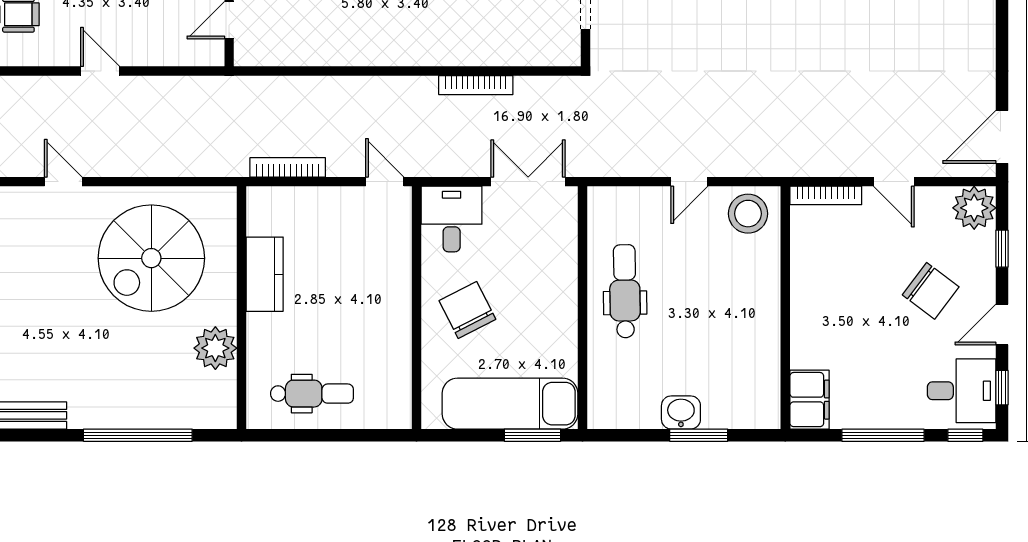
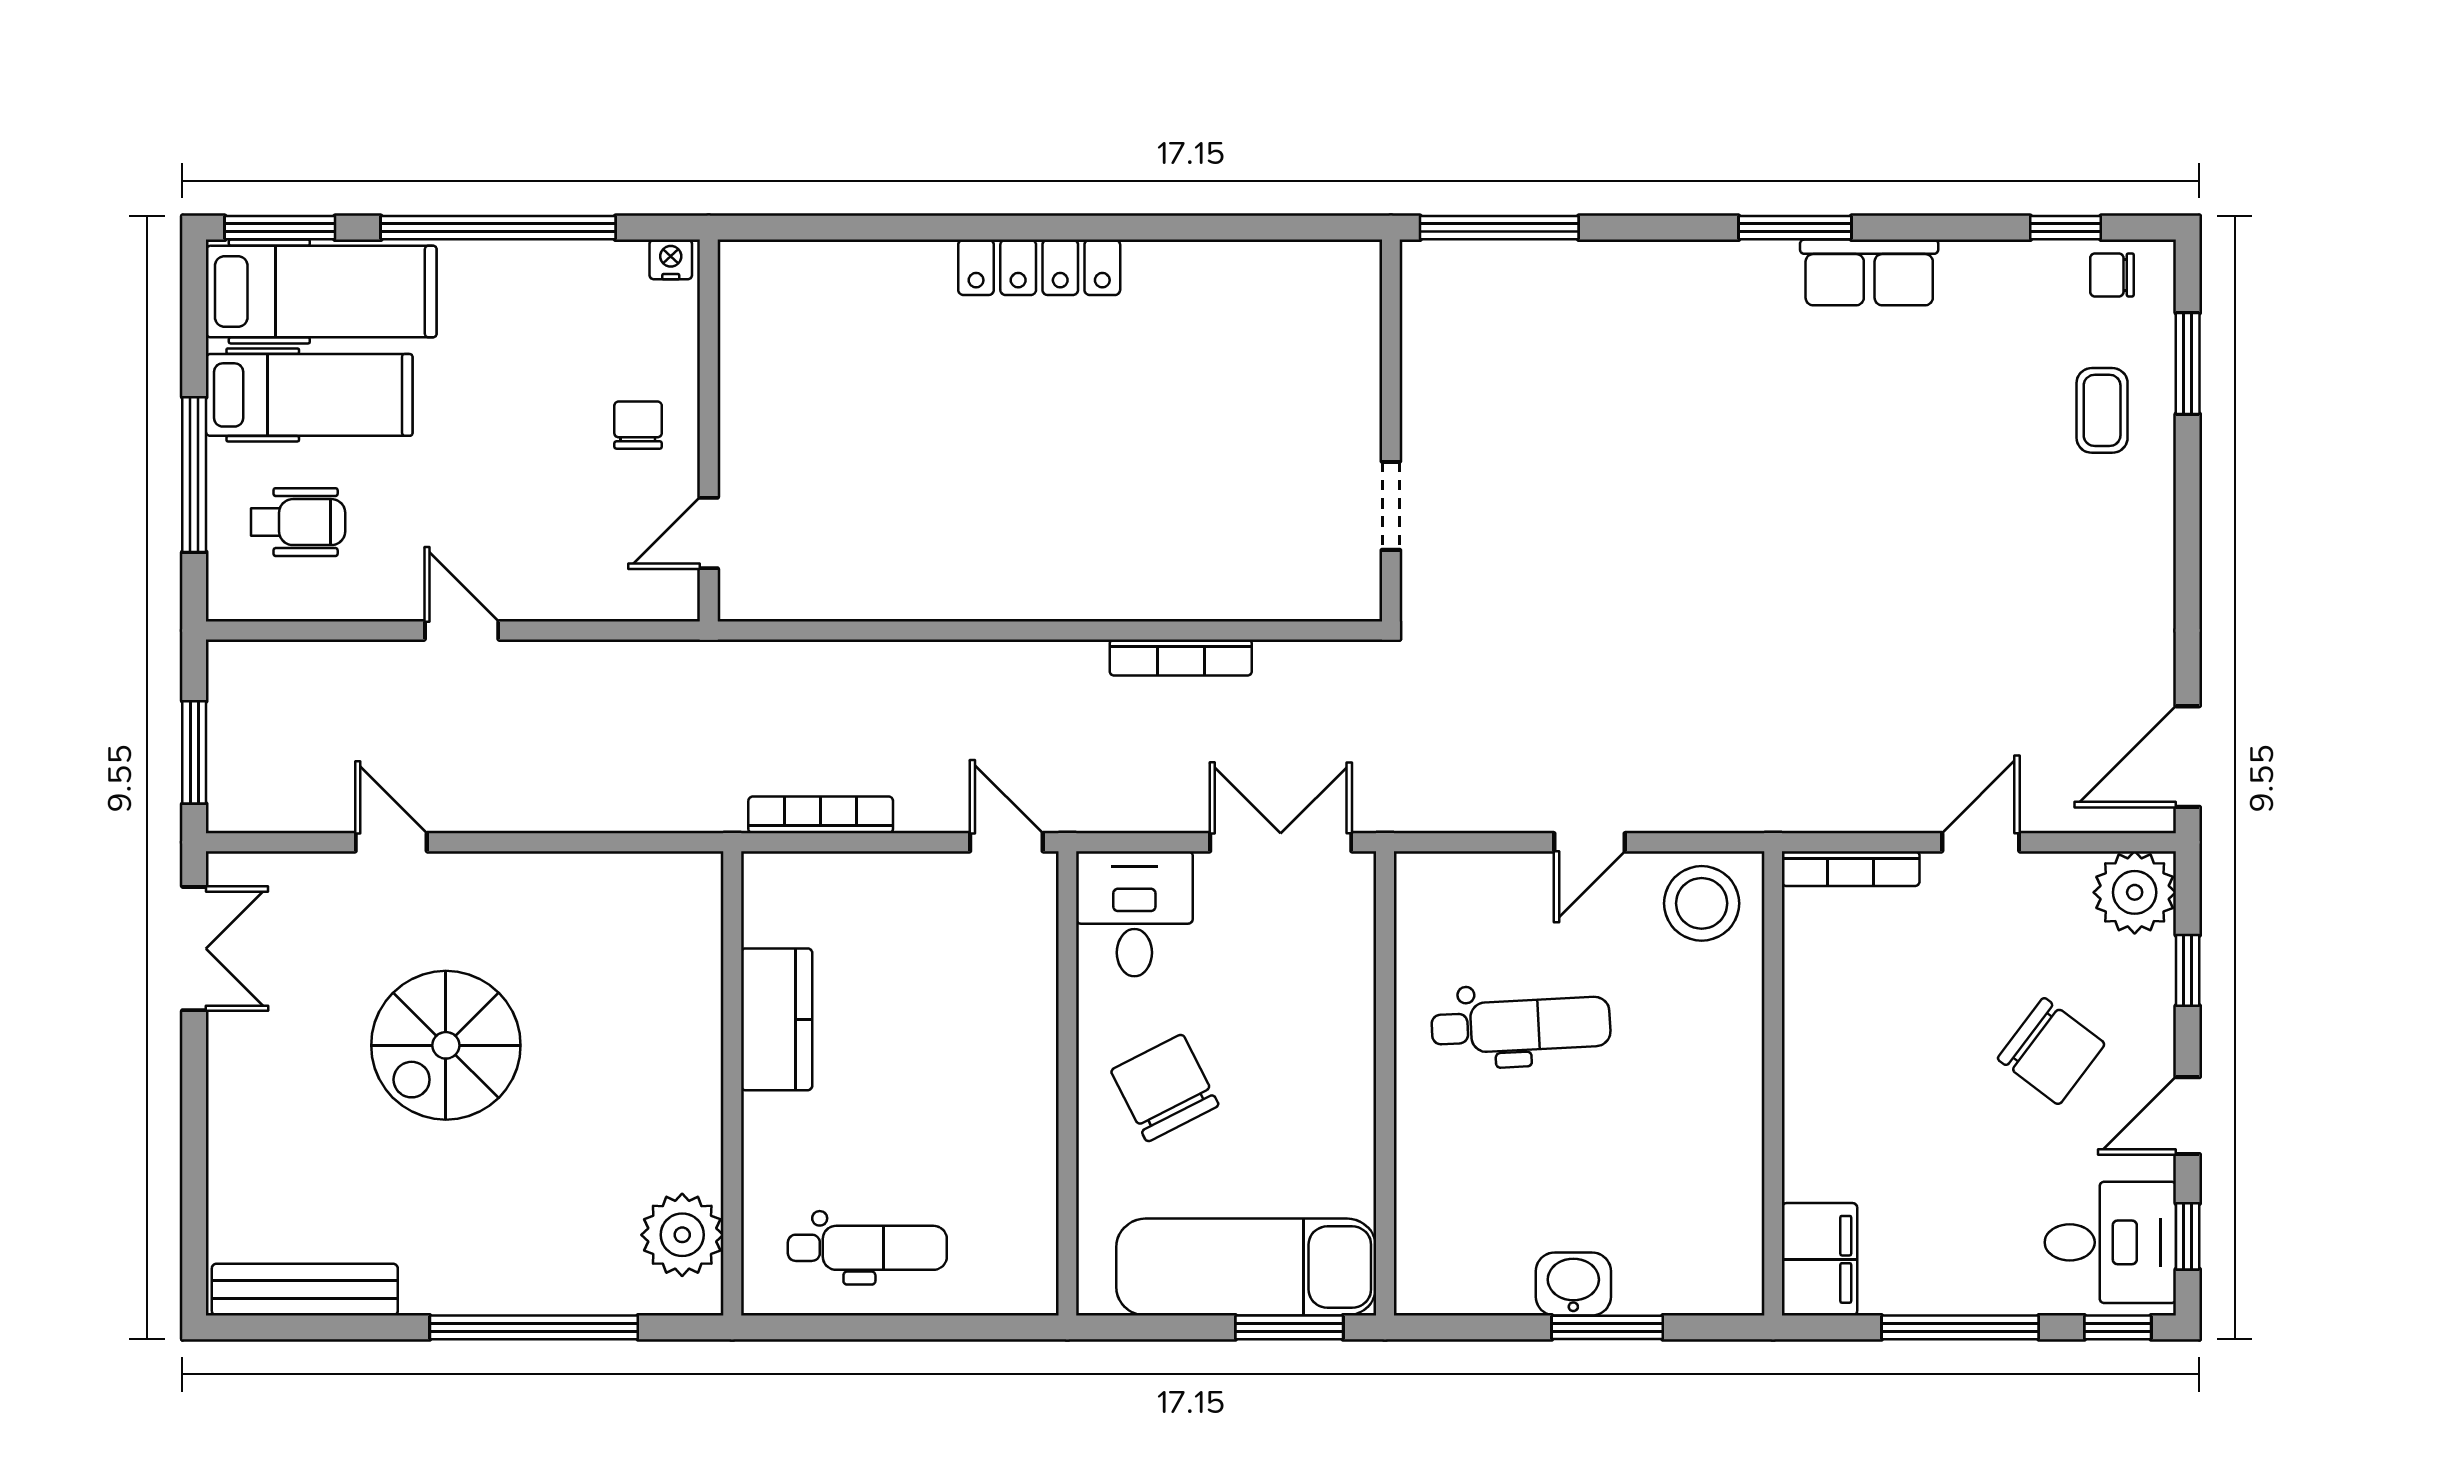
door: (894, 182) -> (1981, 842), swing flipped
spiral stairs: (151, 258) -> (446, 1045), moved, width x0.73, depth x0.73
dental chair: (625, 291) -> (1521, 1025), moved, turned 88
plant: (215, 348) -> (682, 1235), moved

